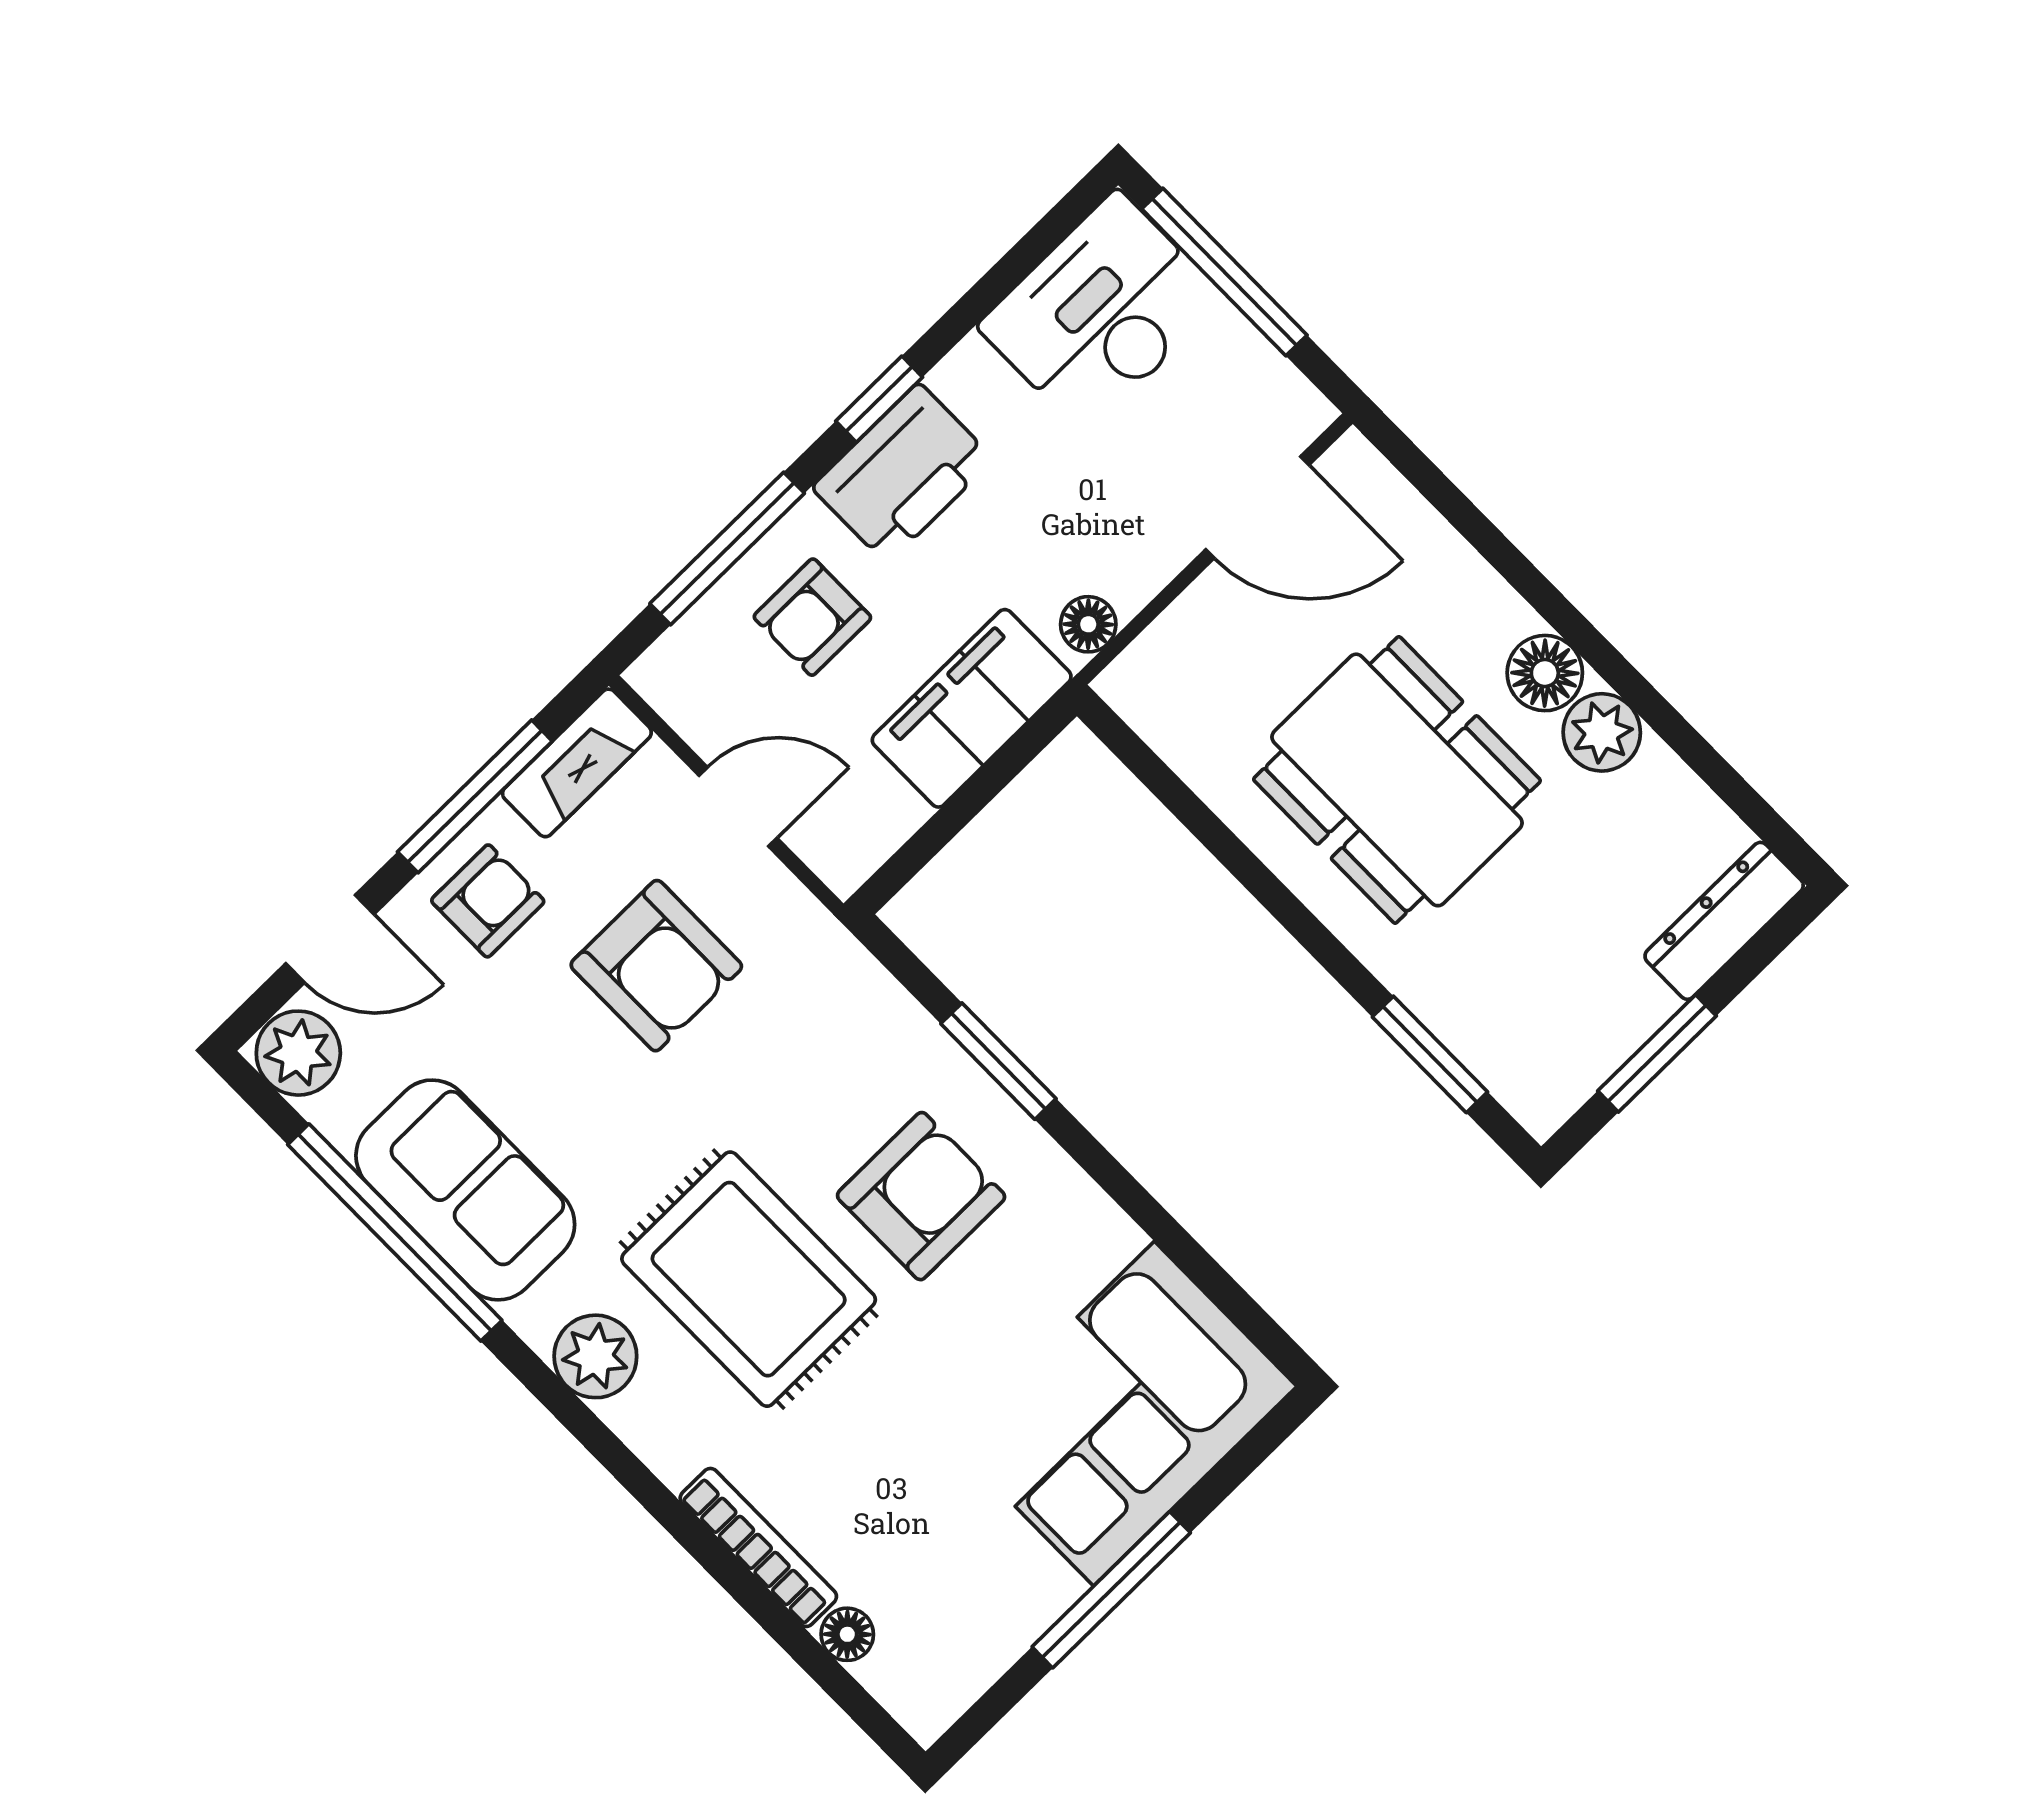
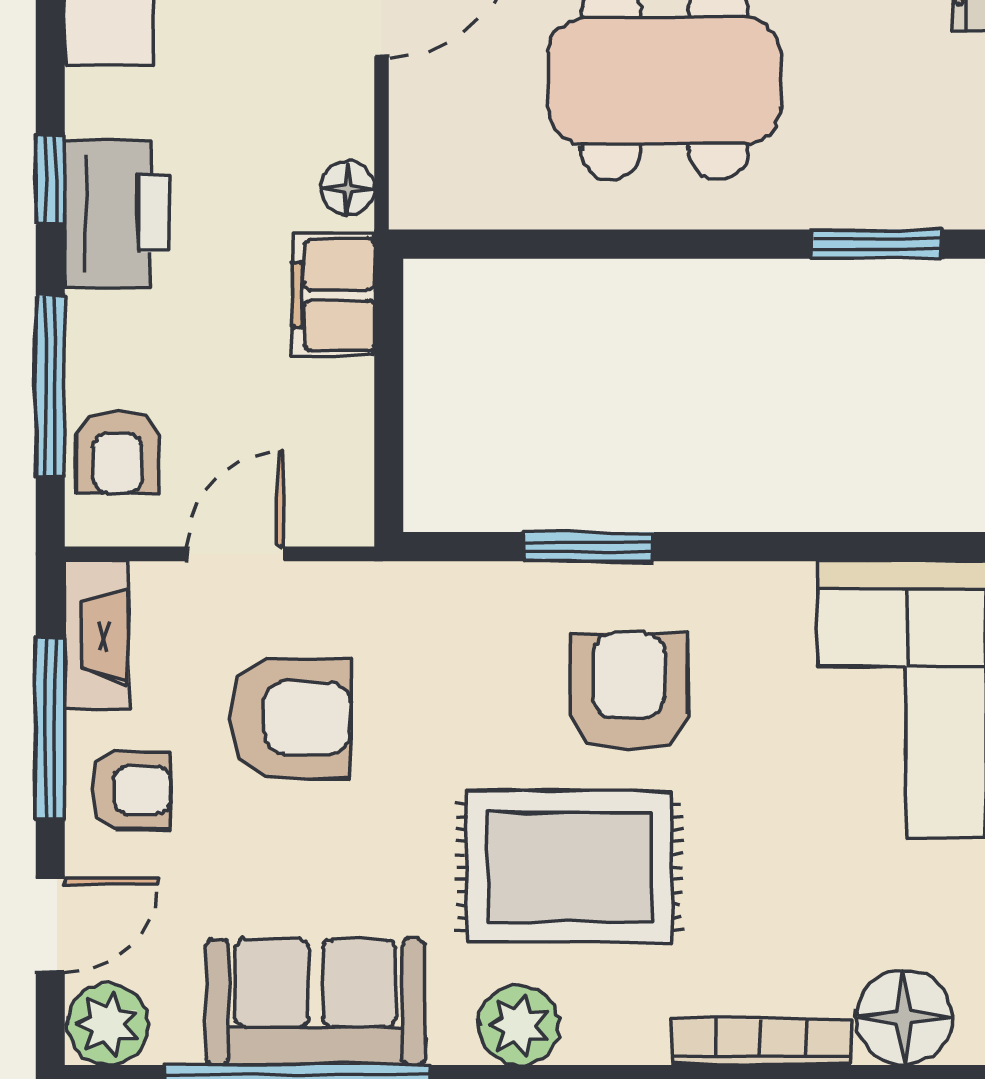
armchair: (812, 617) -> (118, 452), moved
filing cabinet: (972, 708) -> (333, 295), width x0.67, depth x0.86
armchair: (488, 901) -> (131, 790), turned 90
floor lamp: (847, 1634) -> (904, 1017), width x1.89, depth x1.89

